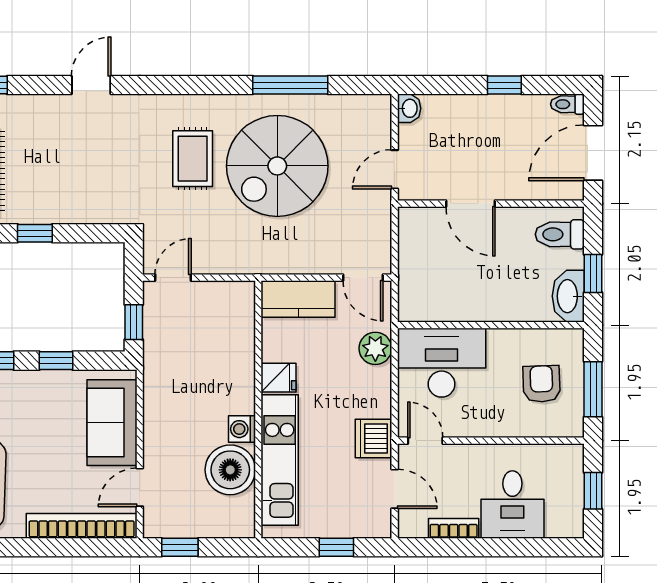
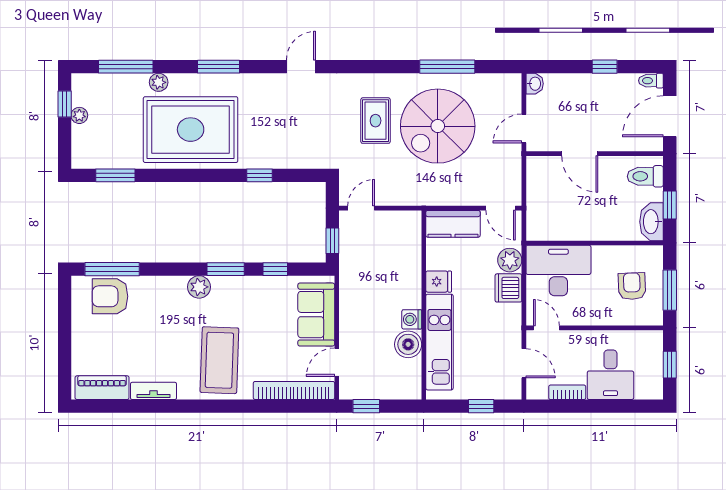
dishwasher: (374, 439) -> (508, 288), moved
boiler: (230, 470) -> (408, 344), width x0.73, depth x0.73

